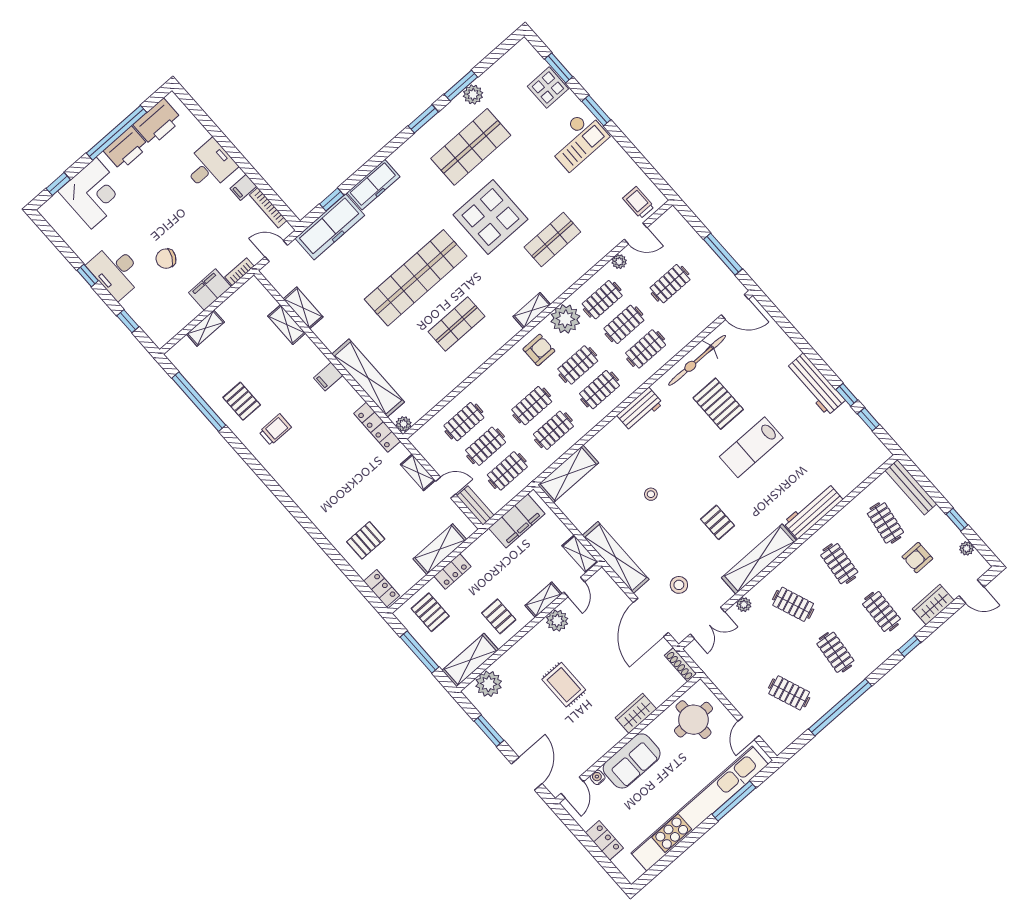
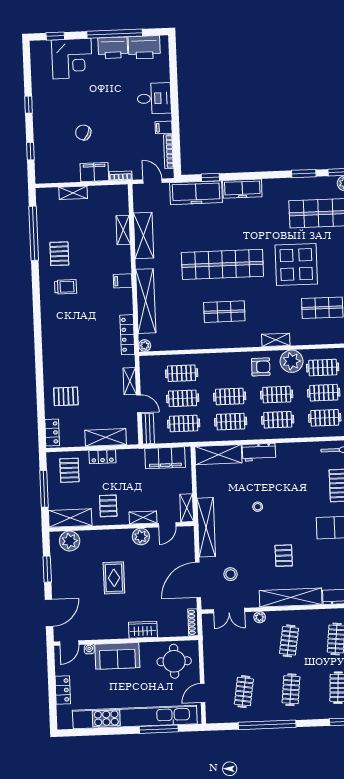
desk: (116, 271) -> (47, 116), removed
shelving: (303, 308) -> (144, 236), width x1.50, depth x1.33
workbench: (640, 409) -> (259, 452), moved
clothes rail: (793, 604) -> (289, 641), turned 30
clothes rail: (789, 693) -> (244, 692), turned 30

